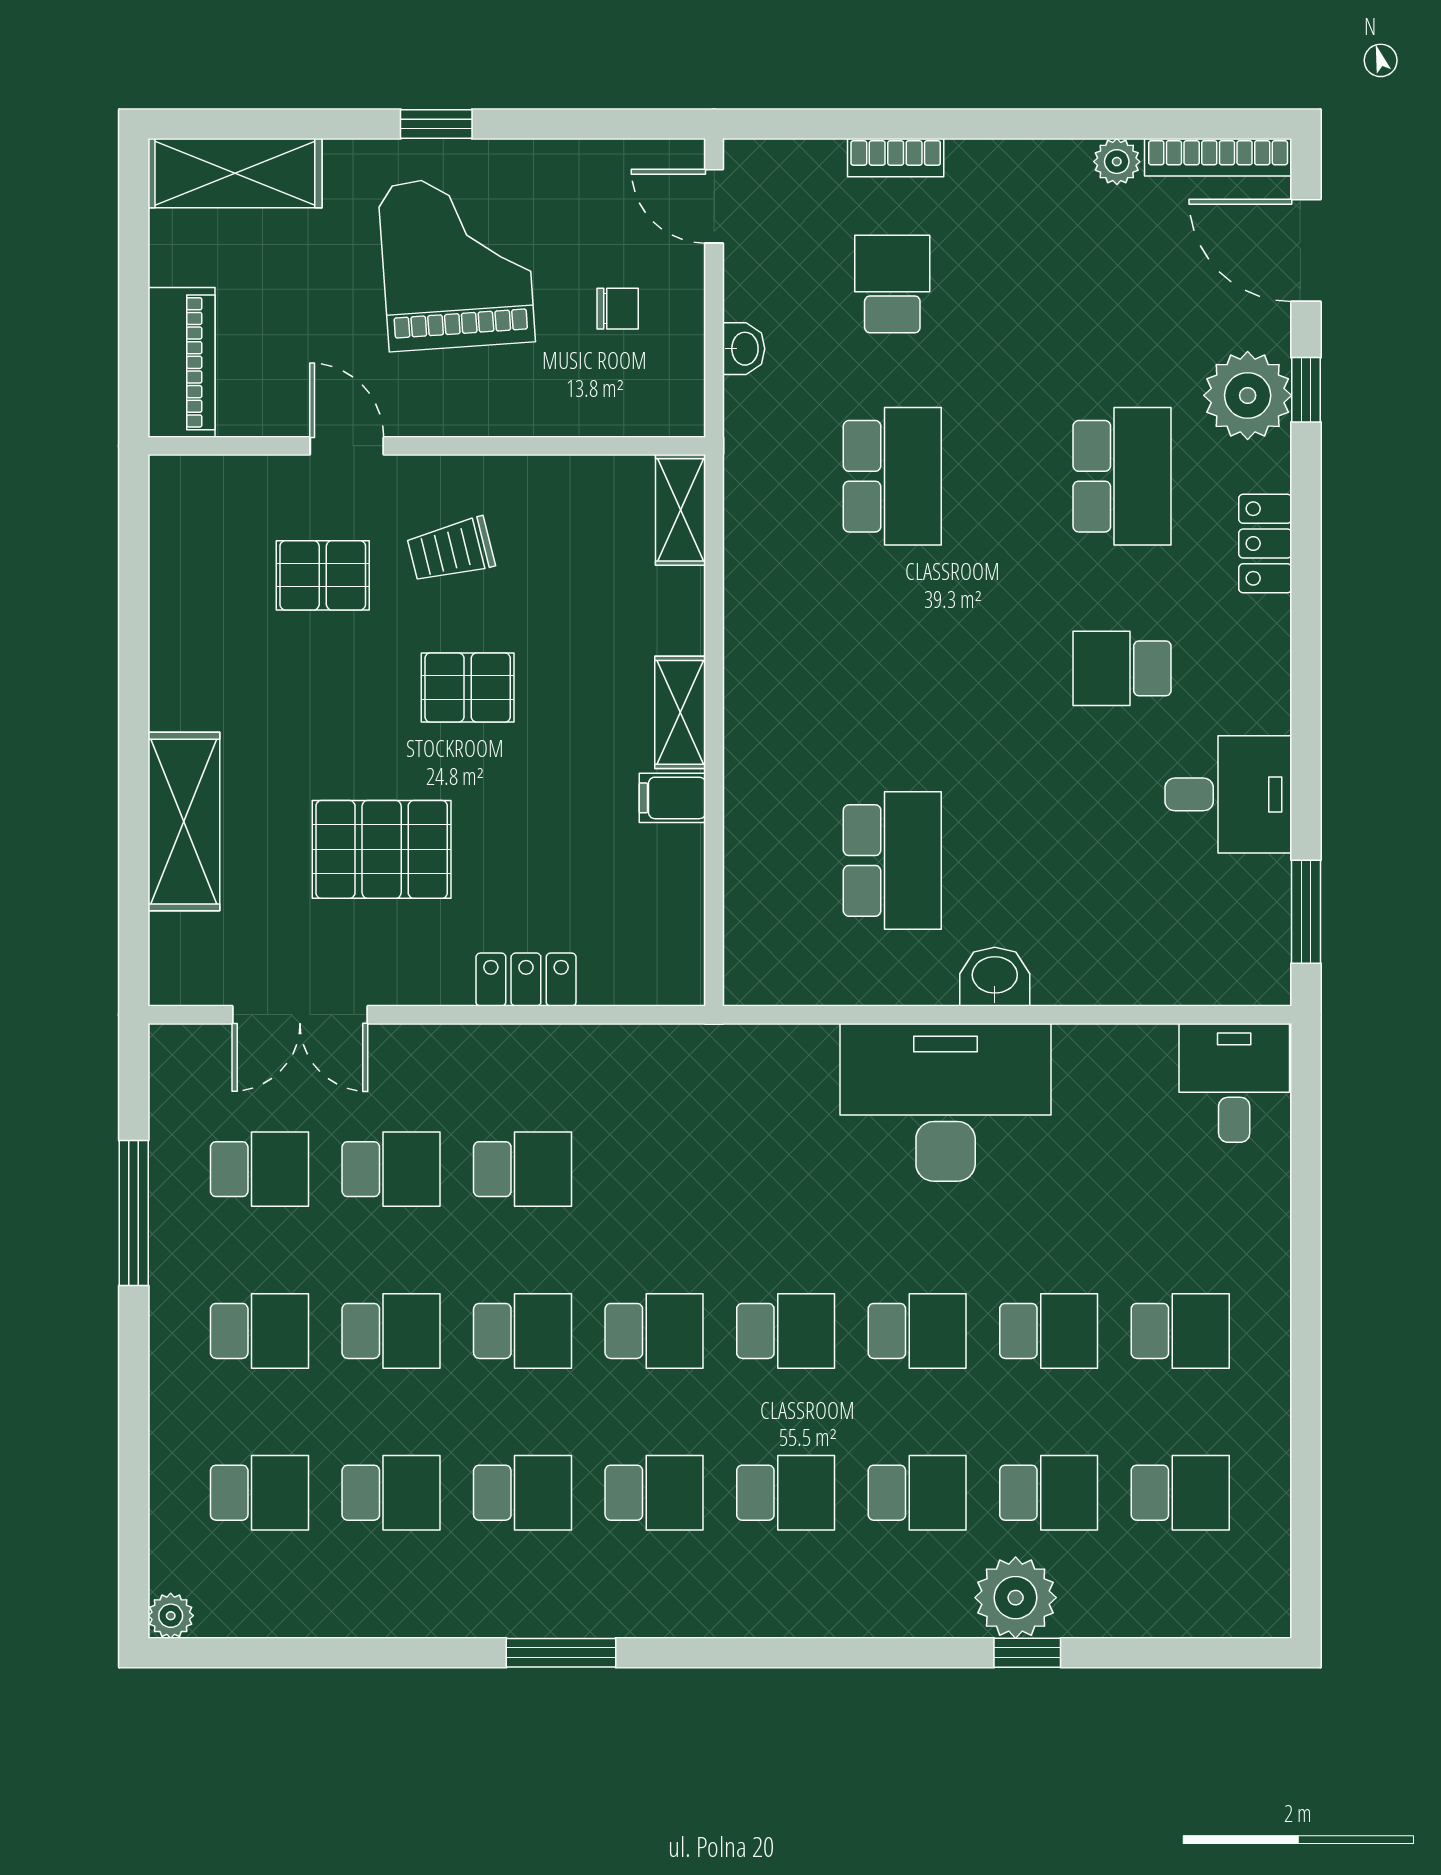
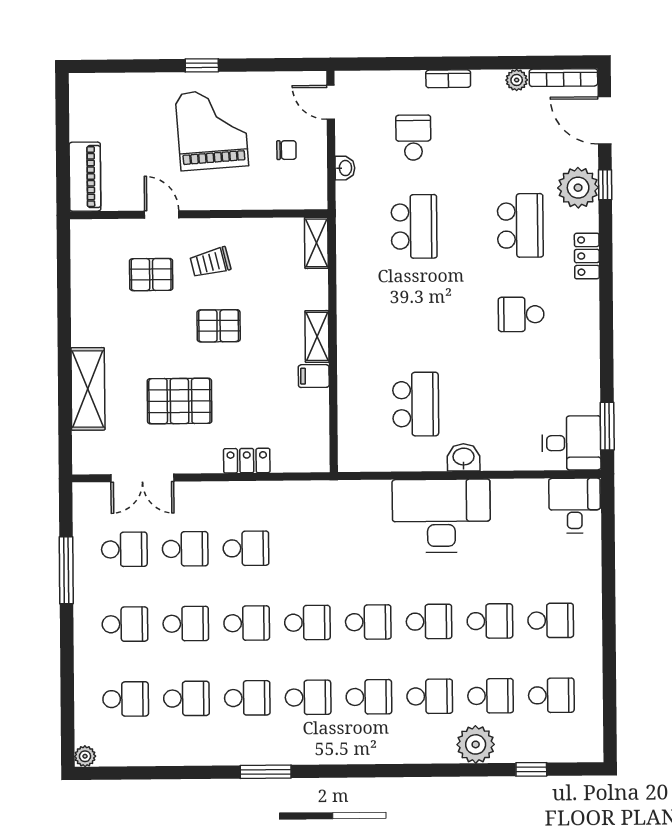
bookcase: (896, 158) -> (448, 79), moved
shelving: (235, 173) -> (109, 89), removed
desk: (1228, 794) -> (571, 443), moved
window: (1027, 1653) -> (531, 769), moved

